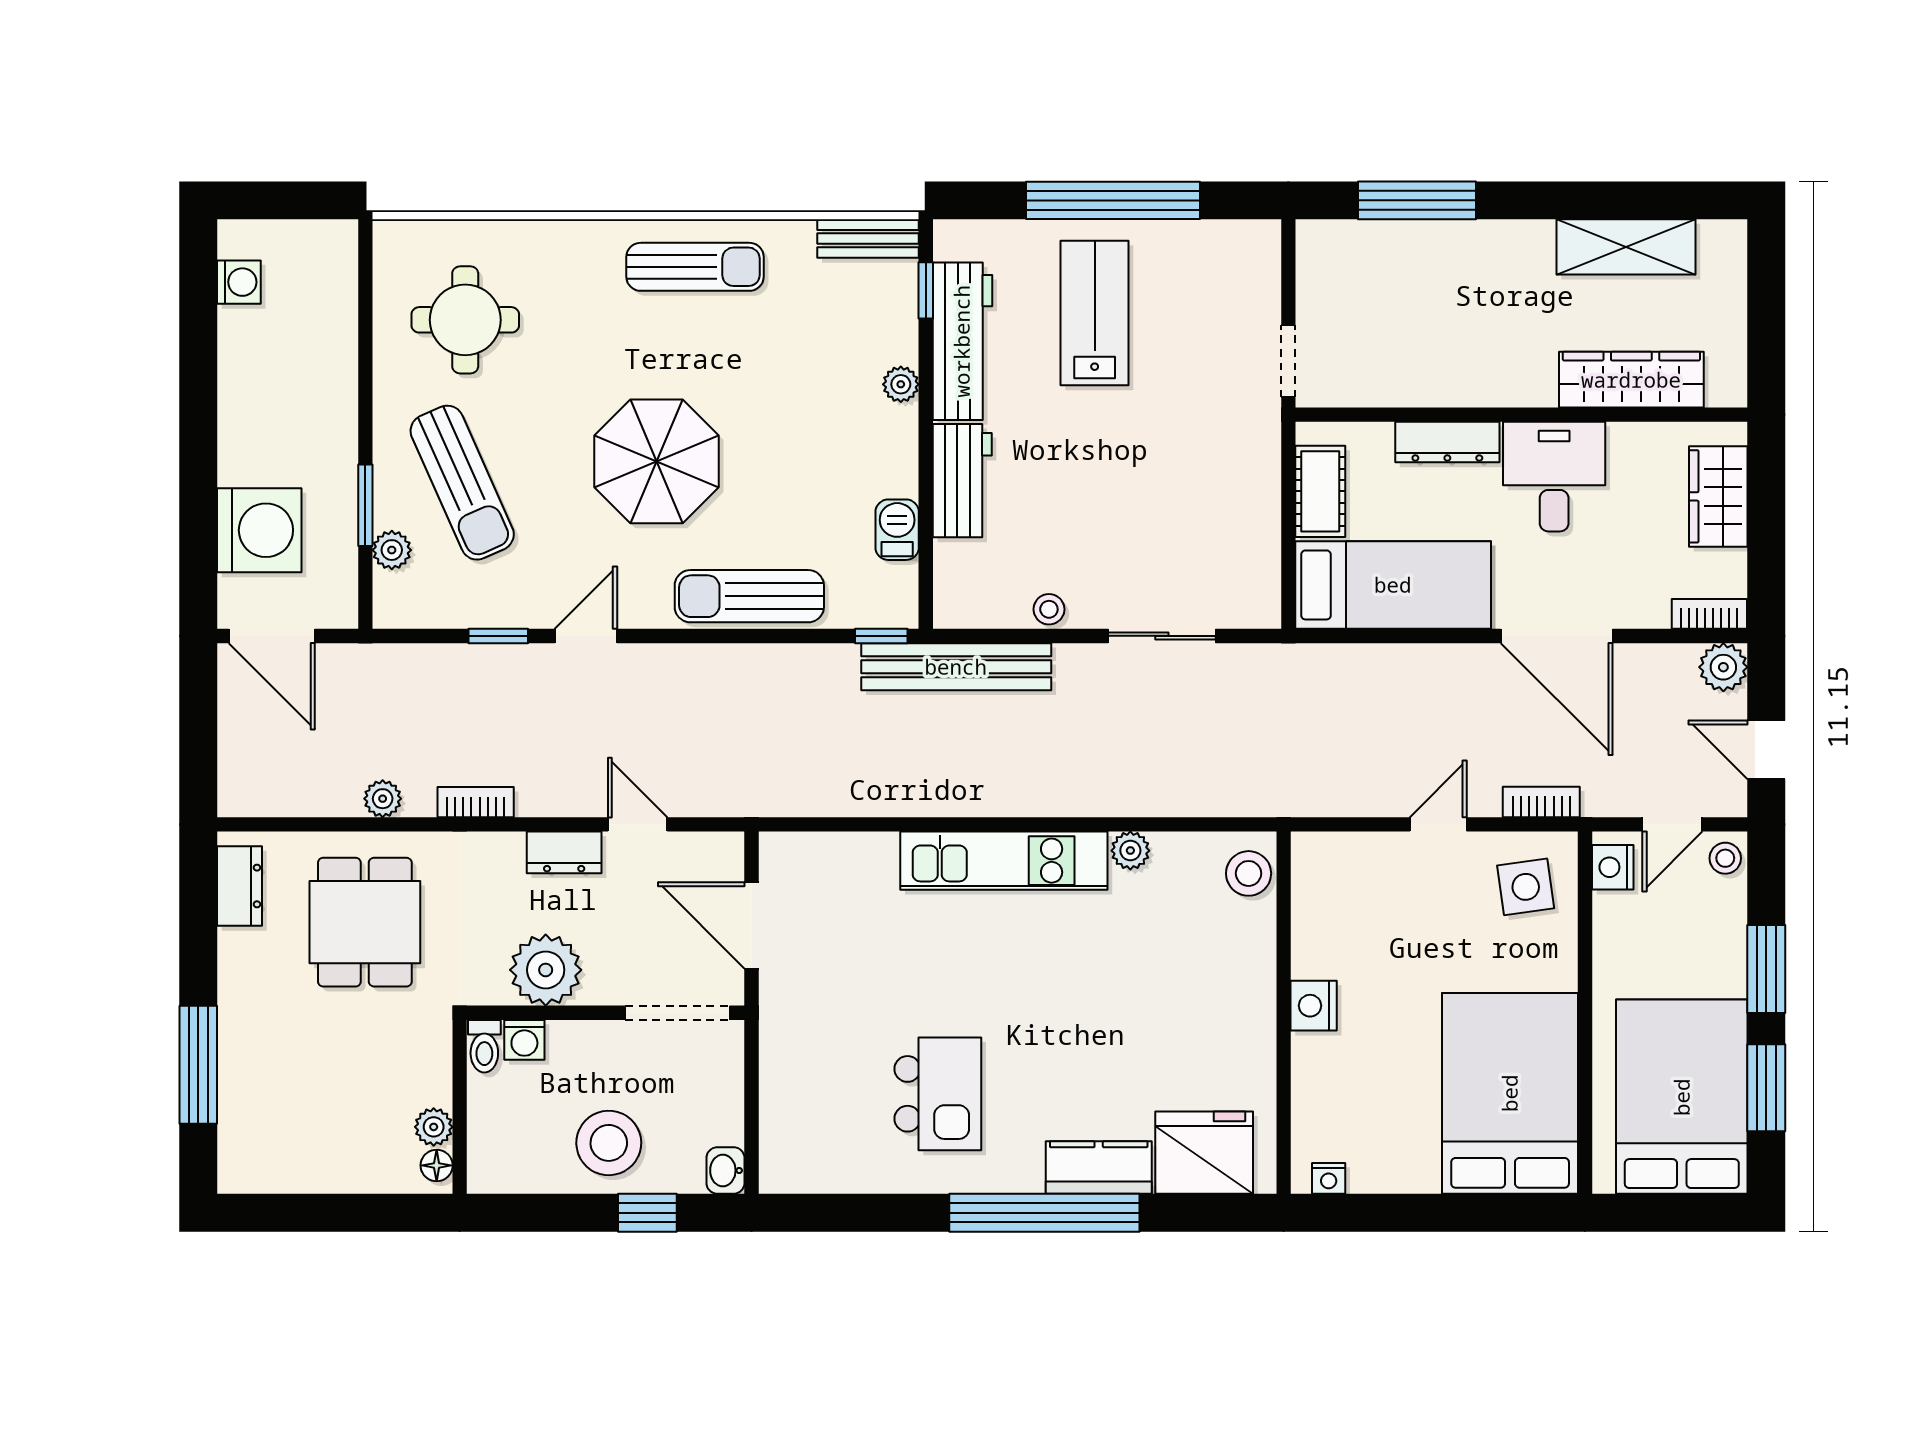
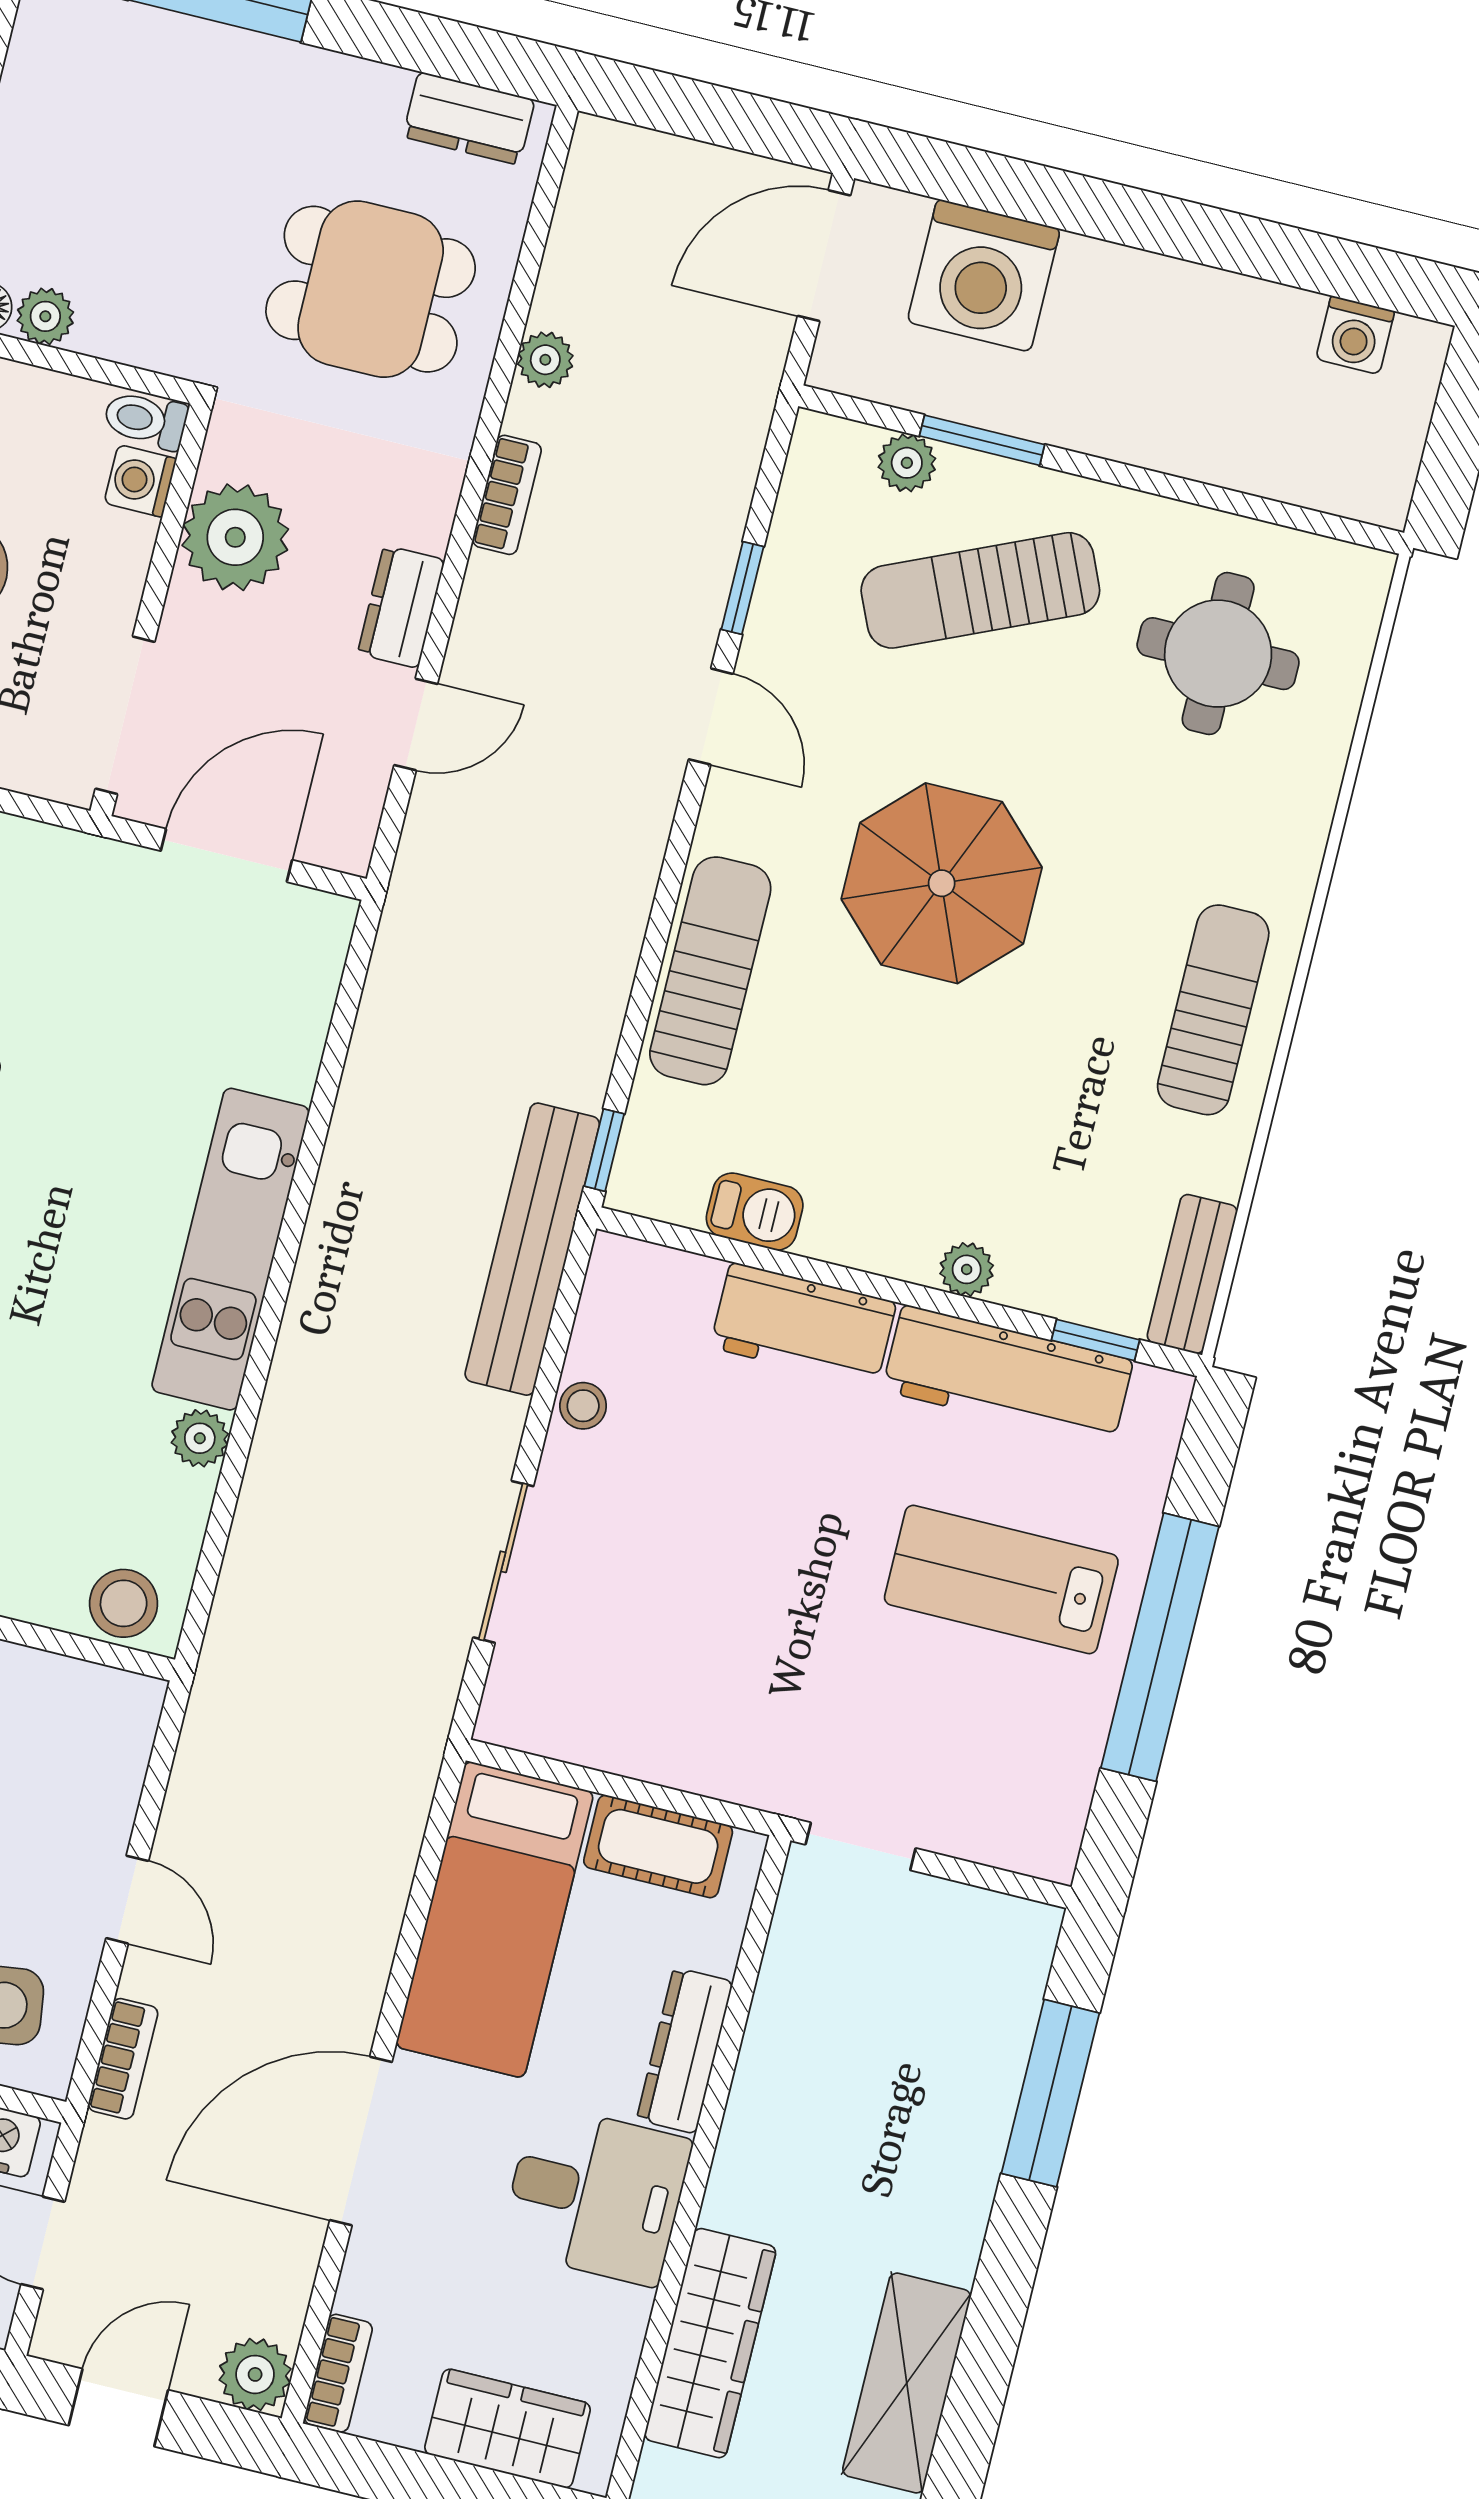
sun lounger: (695, 267) -> (1213, 1010), turned 180
lab bench: (1095, 313) -> (1001, 1579), turned 180

